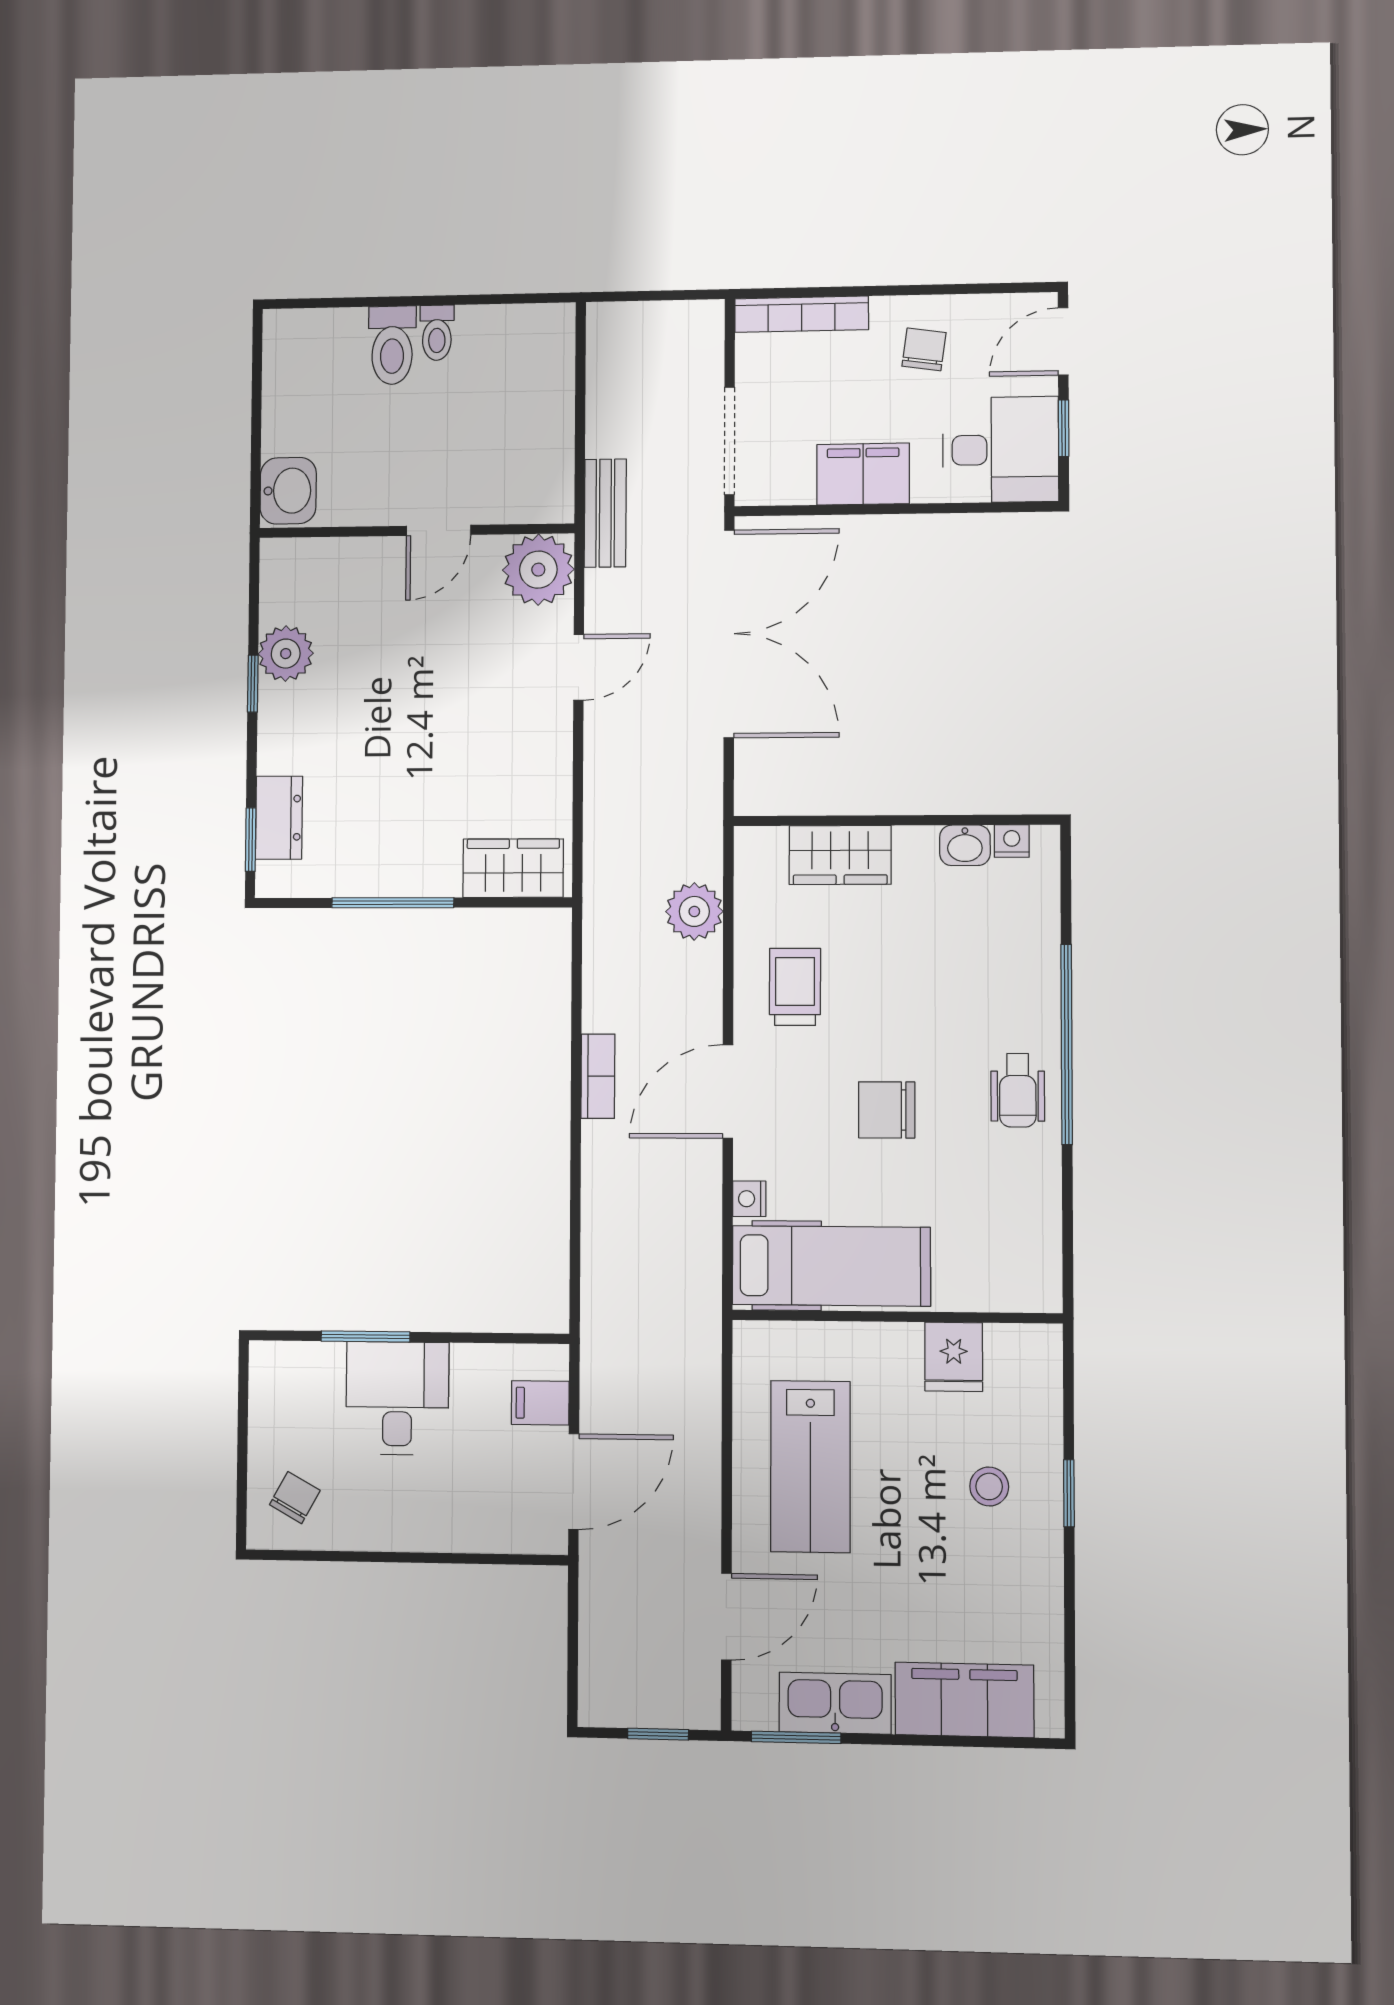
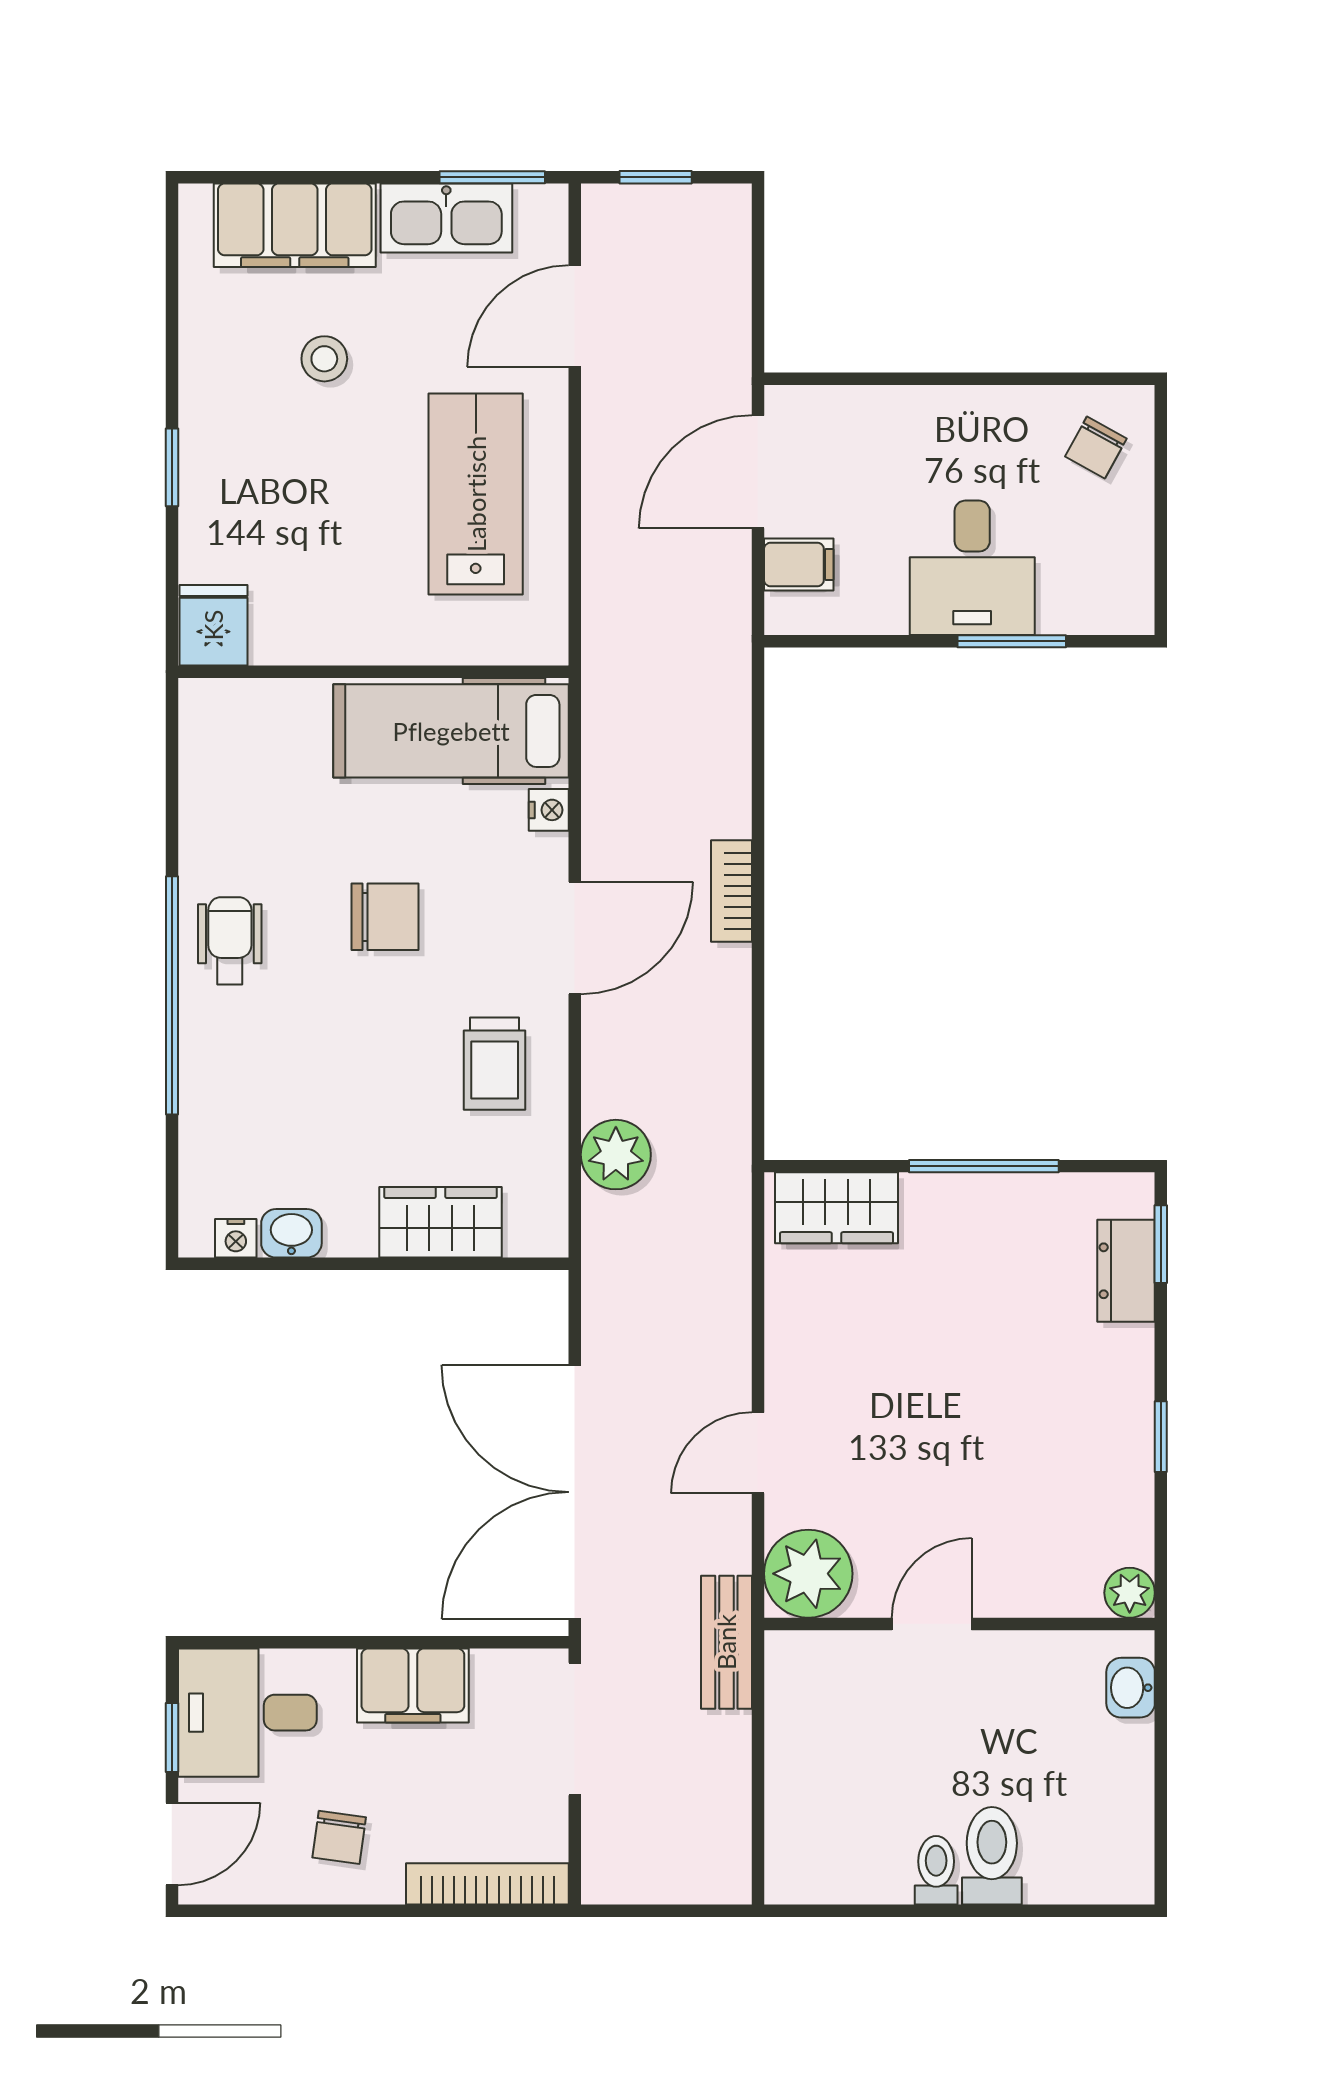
washbasin: (288, 491) -> (1131, 1688), width x0.72, depth x0.69
plant: (286, 654) -> (1130, 1593), moved, width x0.73, depth x0.73
bookcase: (598, 1076) -> (732, 891), moved
fridge: (954, 1357) -> (213, 625), moved
stool: (989, 1486) -> (324, 359), moved

